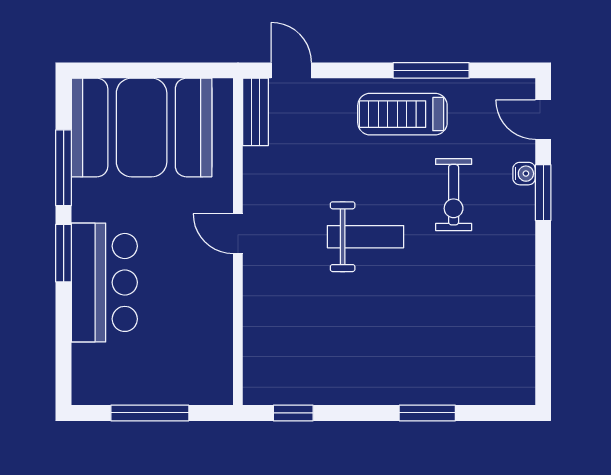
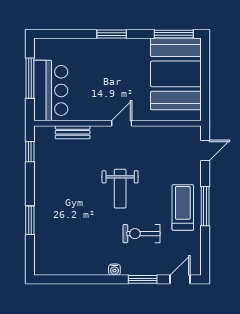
window: (431, 70) -> (205, 206), moved
bench: (255, 112) -> (73, 132), moved
window: (64, 168) -> (174, 34), moved
water cooler: (524, 174) -> (114, 270), moved
bar counter: (104, 282) -> (51, 90), moved, turned -90

